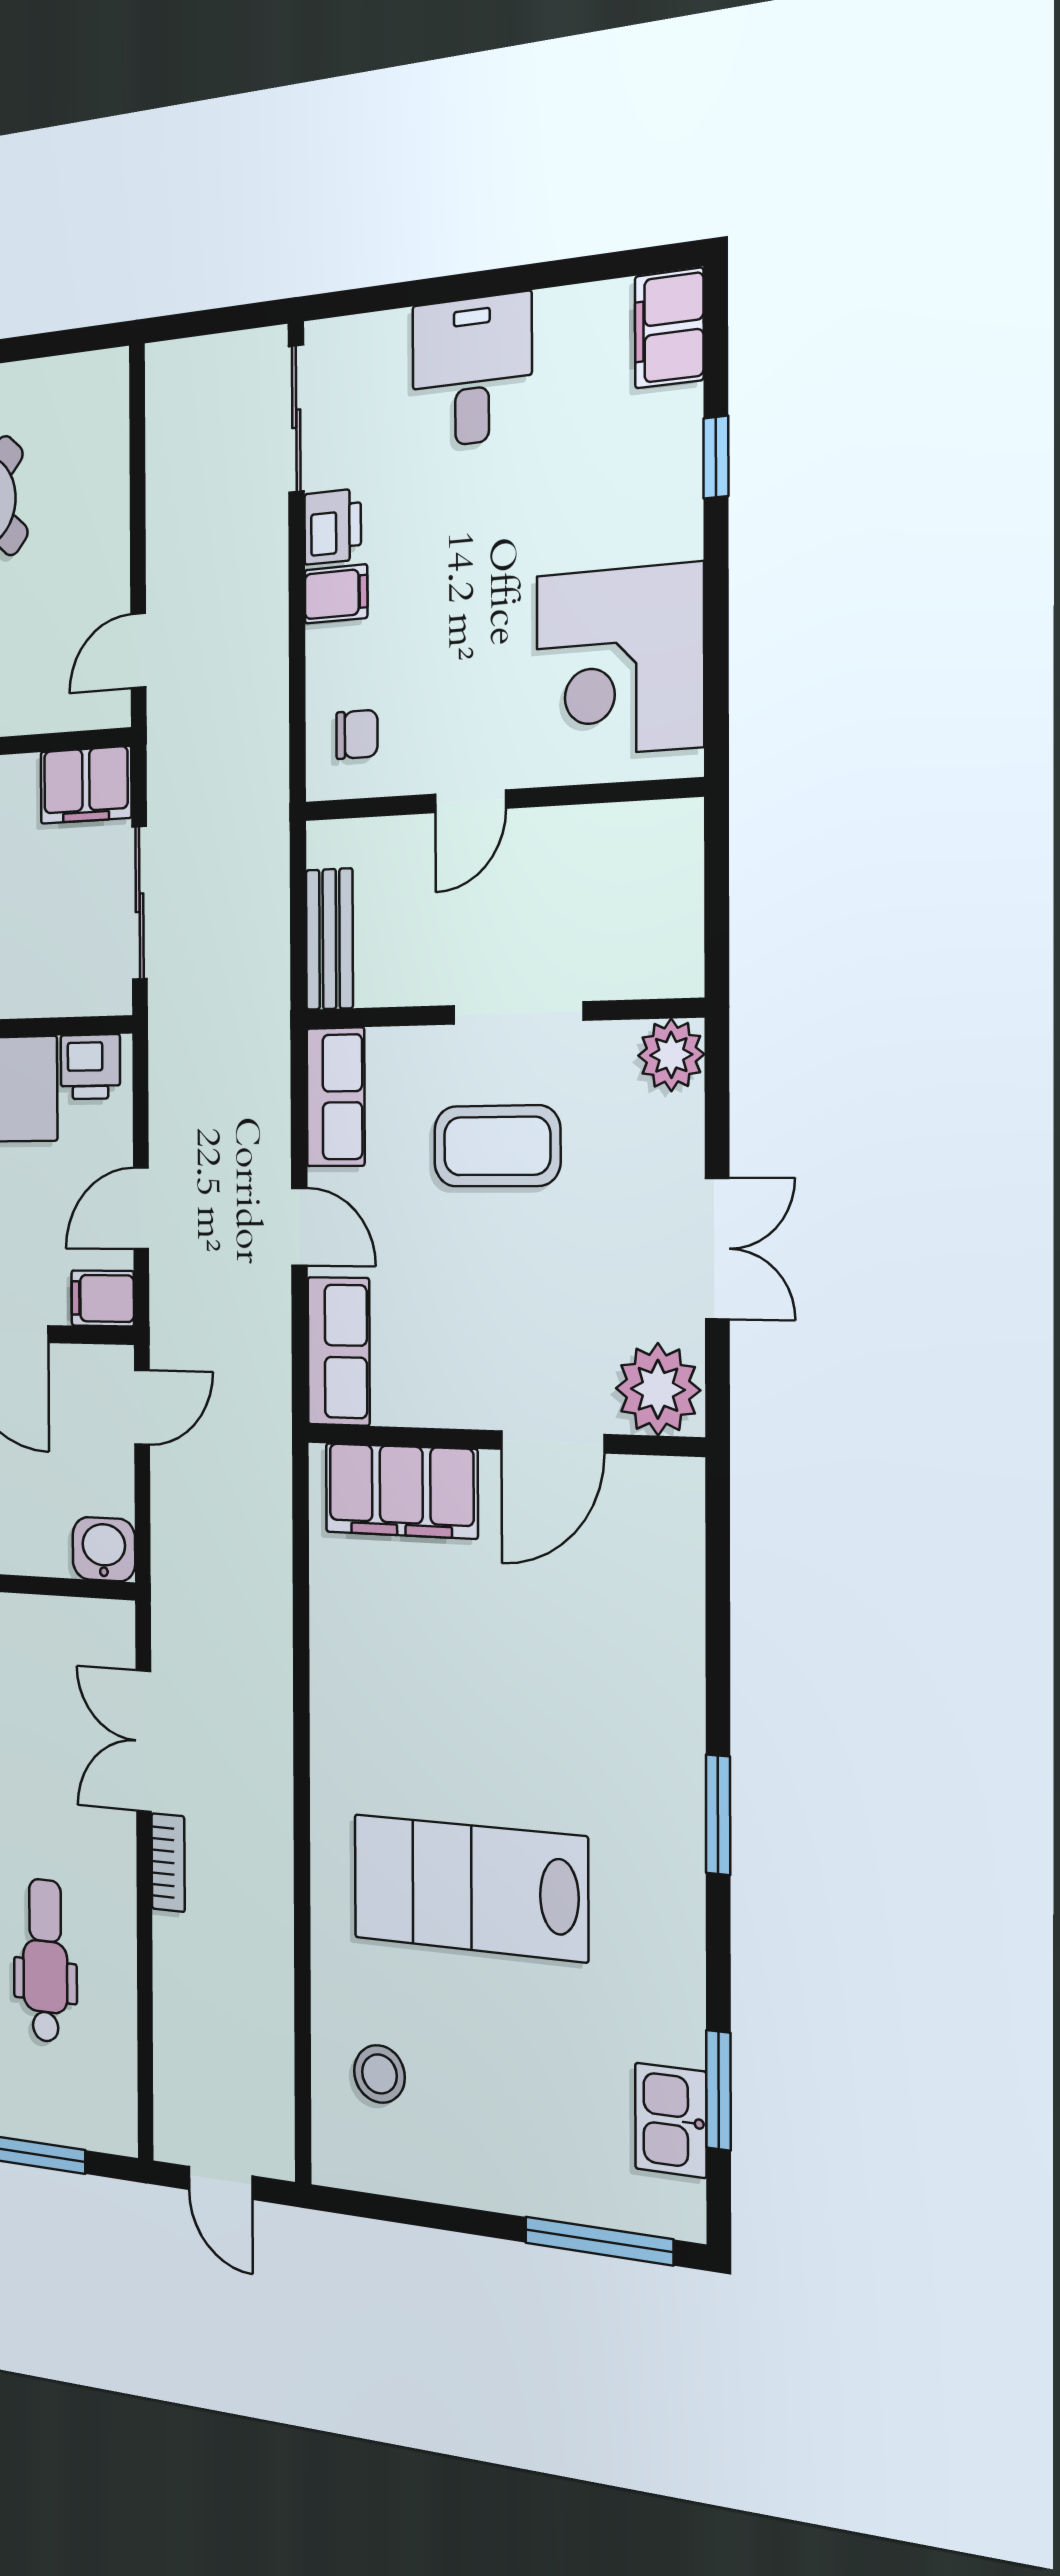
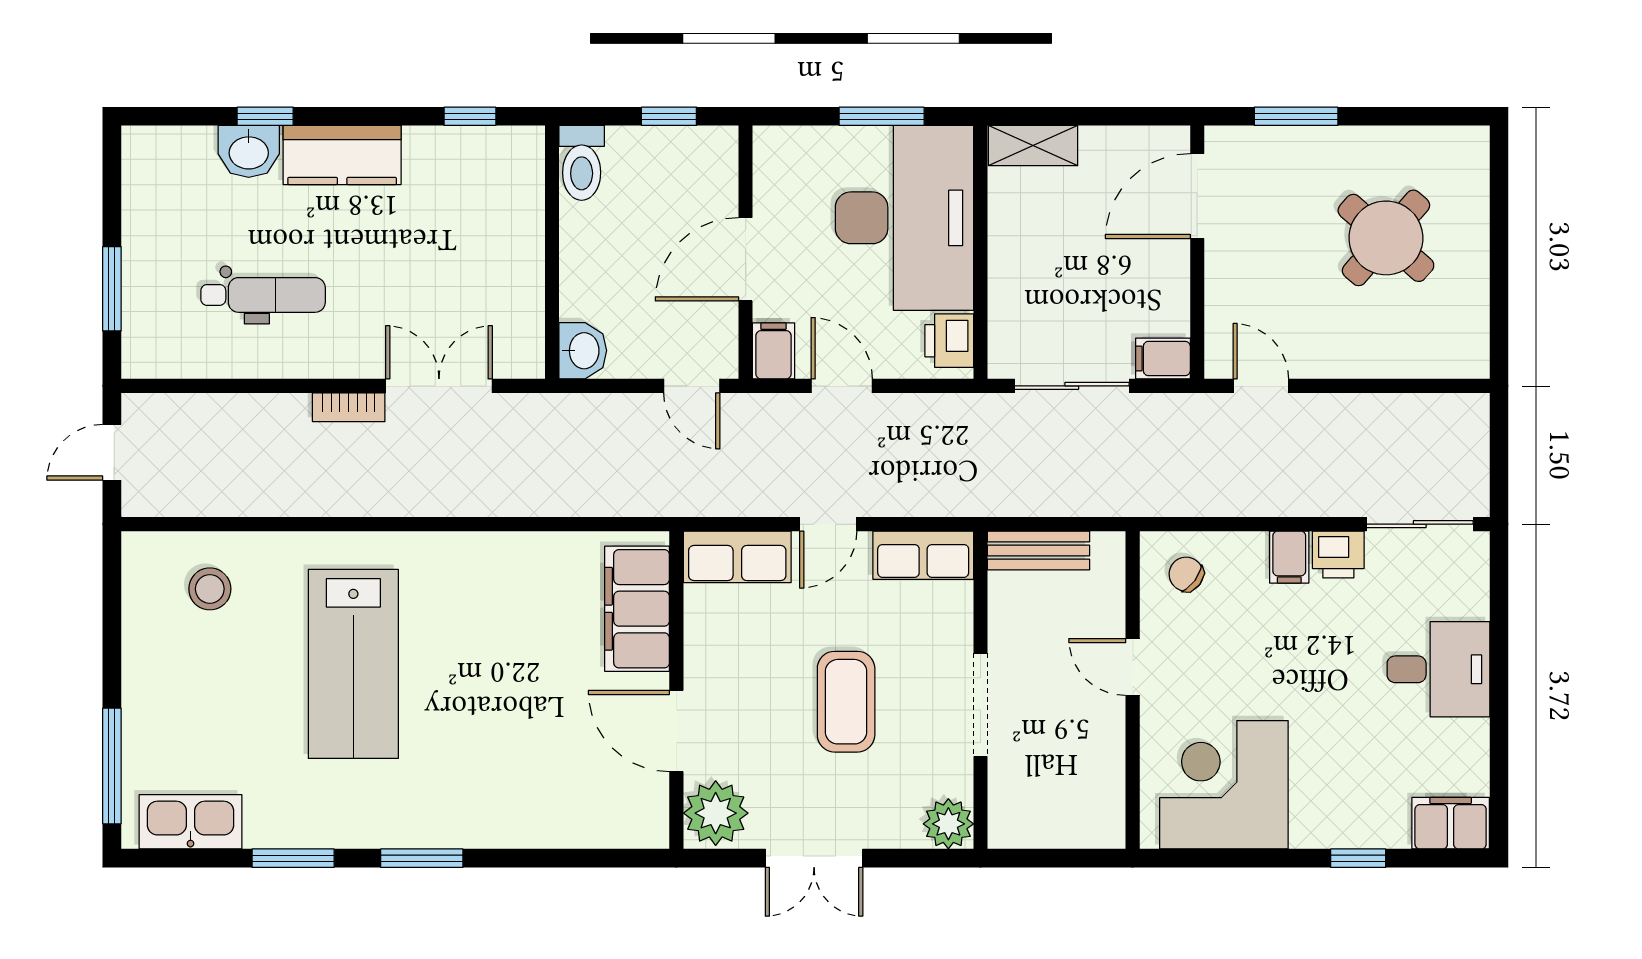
chair: (357, 734) -> (1186, 574), turned 127
filing cabinet: (86, 785) -> (1163, 358), width x0.50
coffee table: (497, 1146) -> (846, 702), moved
lab bench: (470, 1888) -> (353, 664), turned 180
window: (719, 2090) -> (293, 858), moved
kitchen sink: (671, 2120) -> (191, 822), width x1.38

